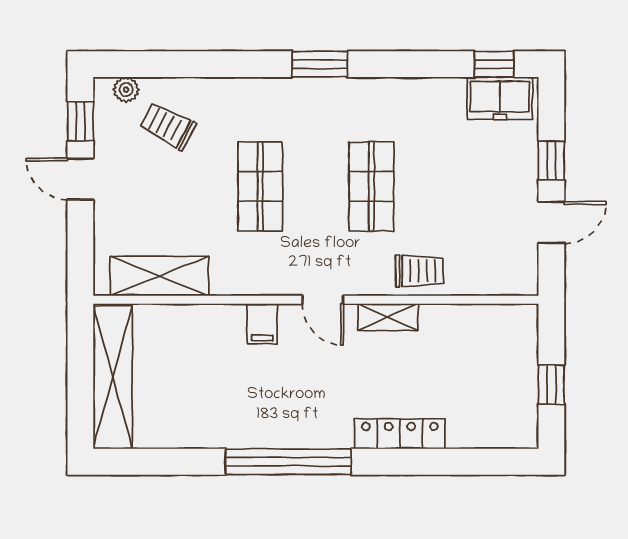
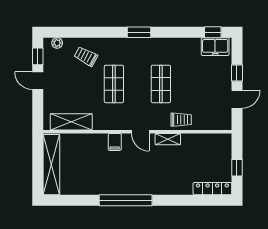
trolley: (168, 126) -> (86, 56), moved
locker: (400, 434) -> (212, 189), moved

